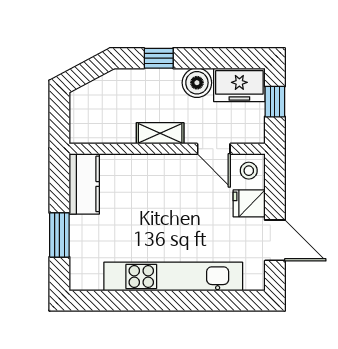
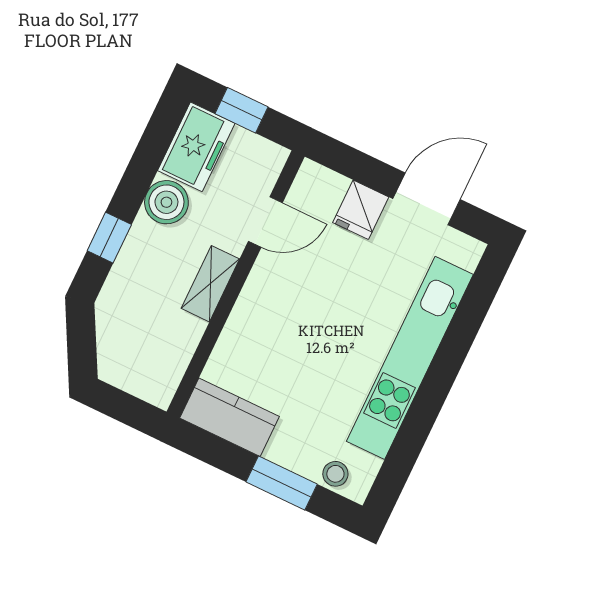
stool: (249, 171) -> (335, 474), moved

